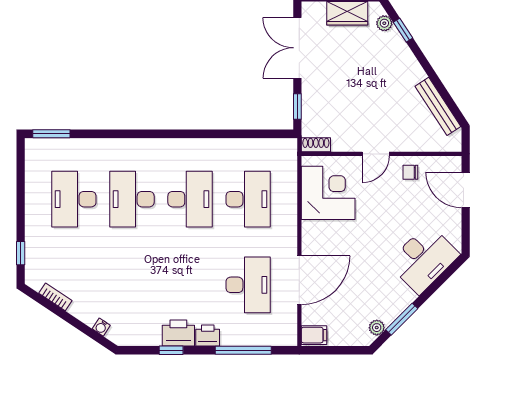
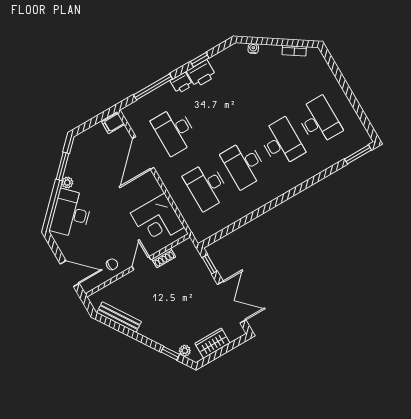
shoe rack: (316, 145) -> (164, 258), moved
window: (21, 253) -> (333, 66), removed
plant: (377, 328) -> (67, 182), moved

